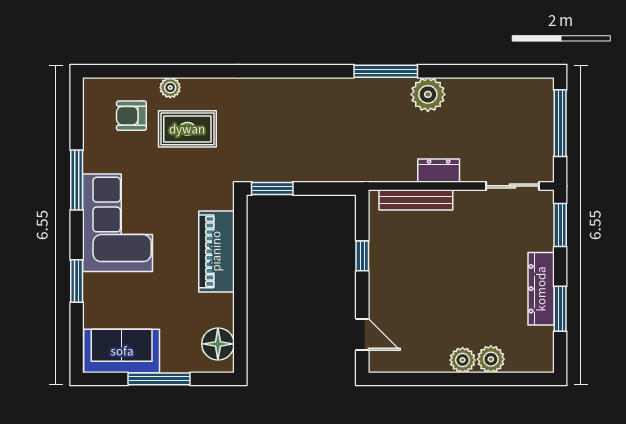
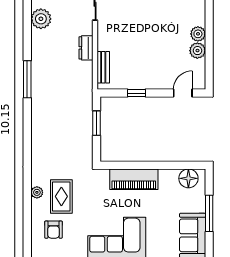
plant: (170, 88) -> (37, 192), moved
plant: (428, 94) -> (41, 19), moved
window: (272, 188) -> (97, 123), moved
bench: (416, 200) -> (103, 67), width x0.73
plant: (491, 359) -> (197, 51), moved

